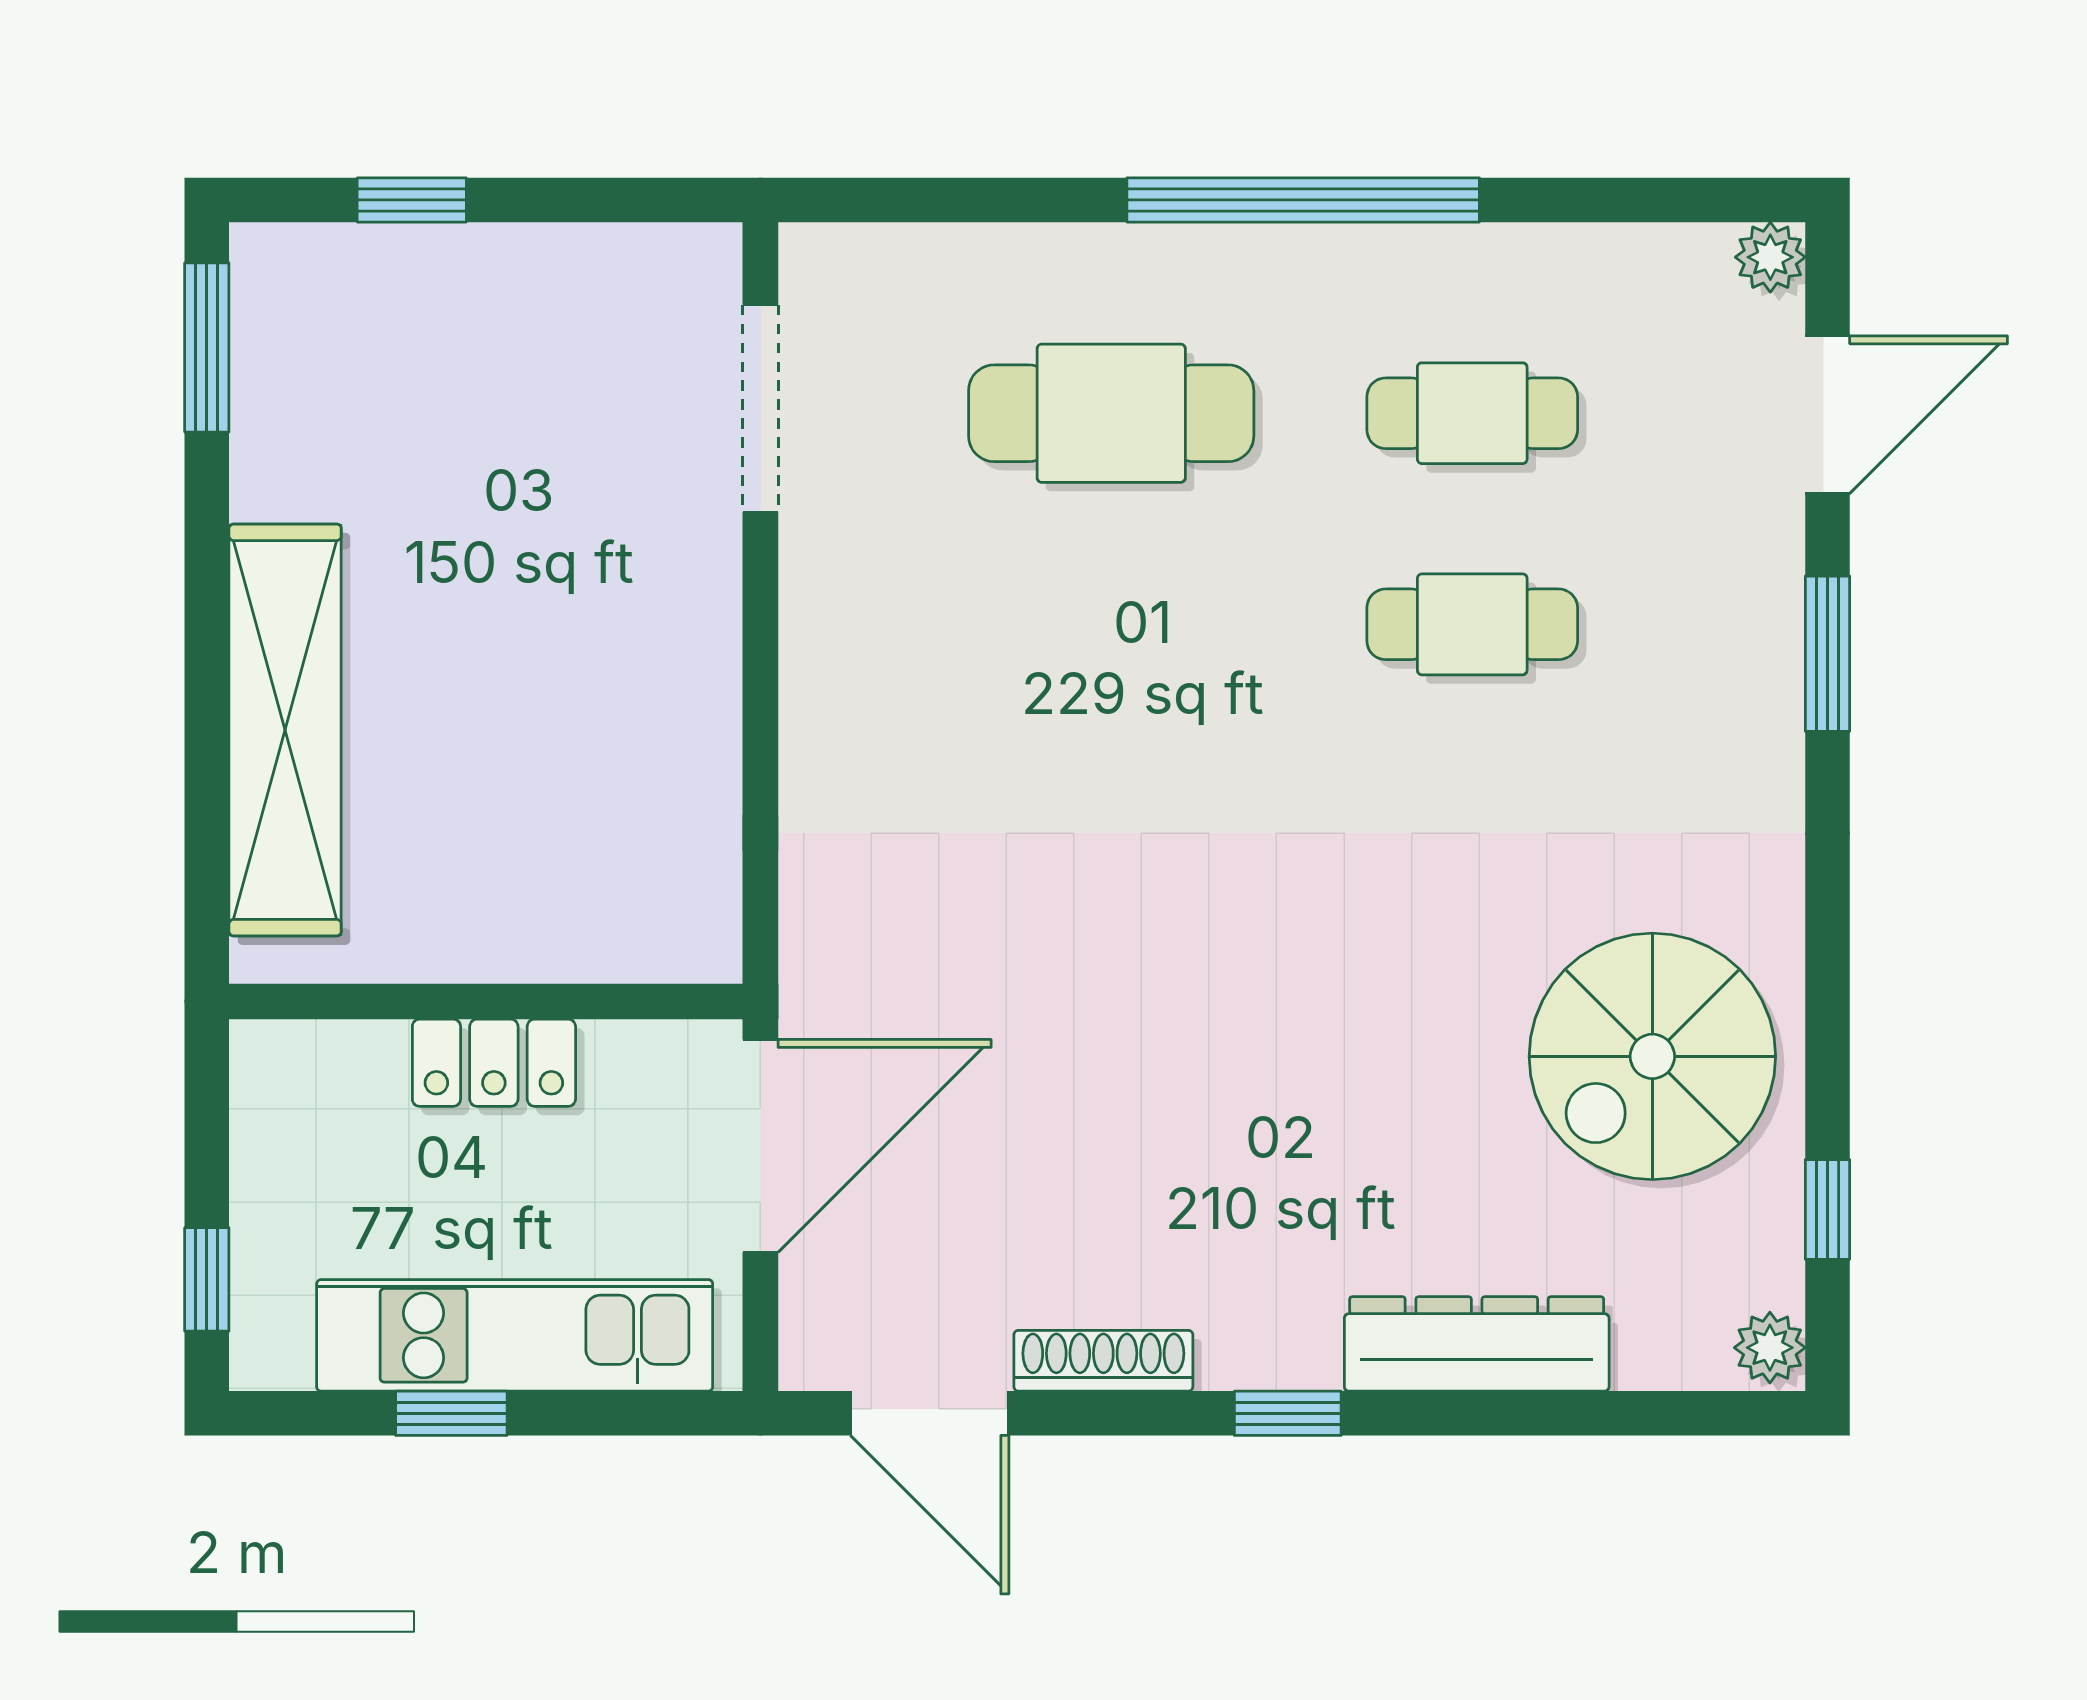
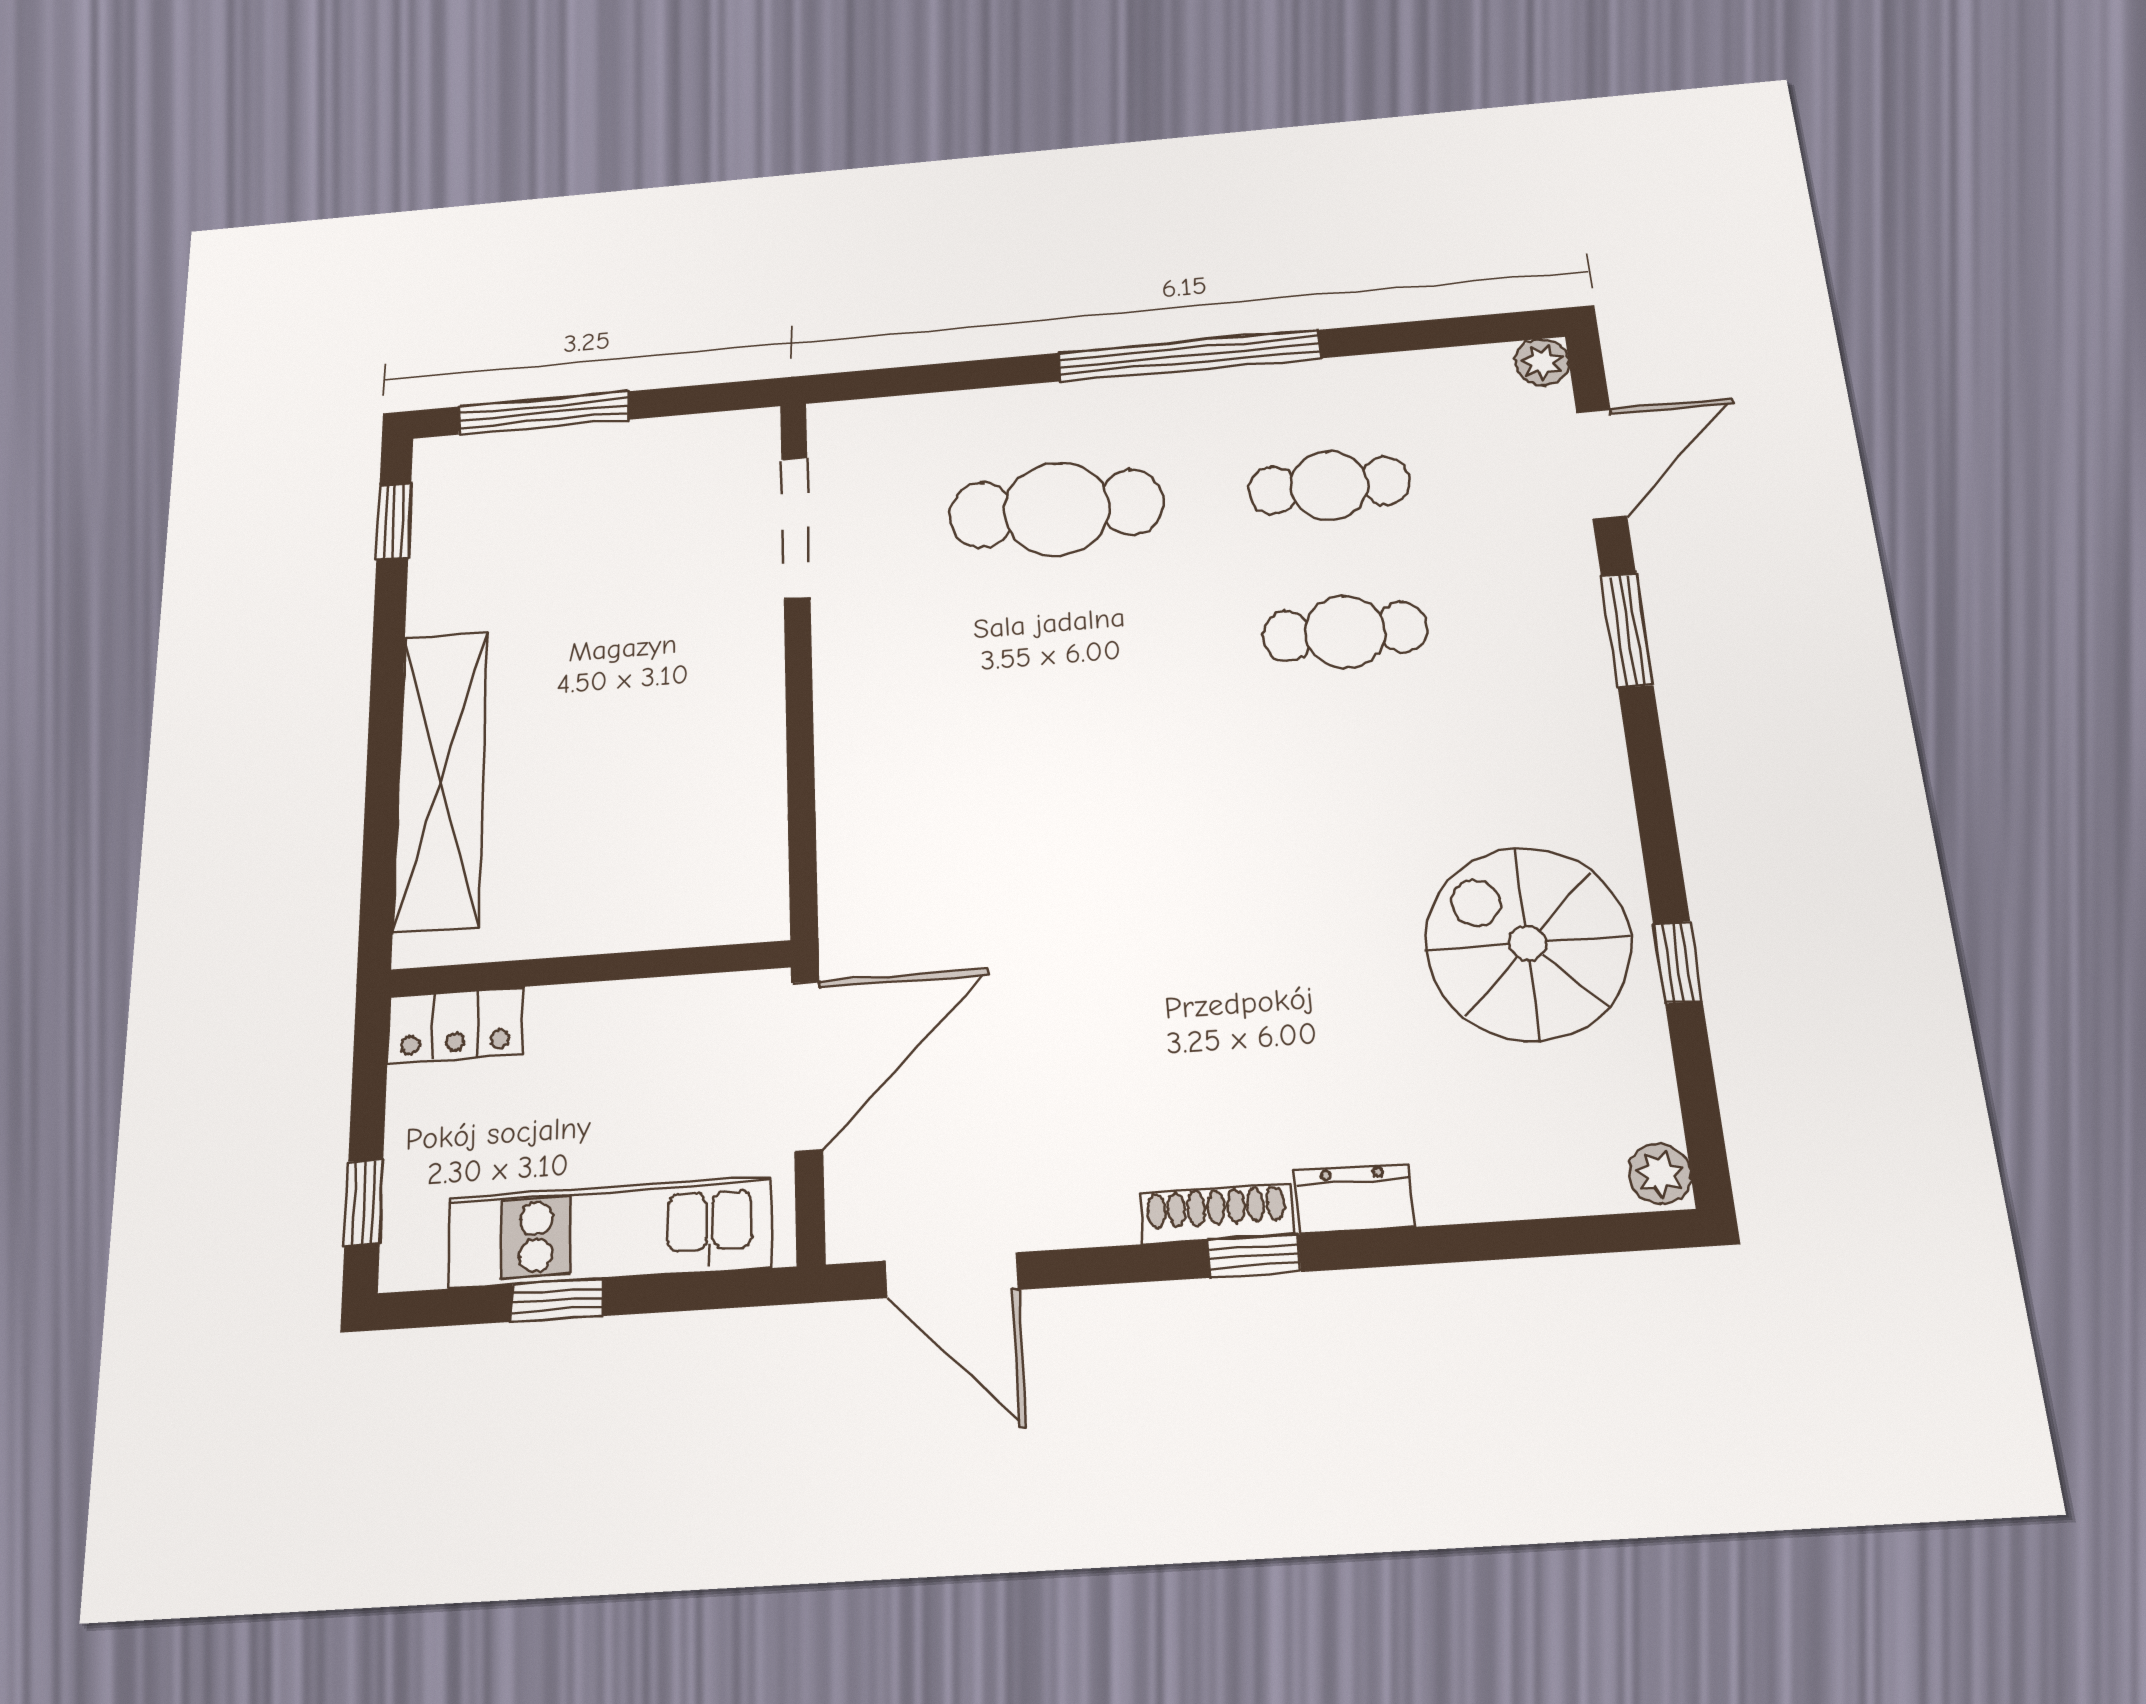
window: (412, 200) -> (543, 413), width x2.17
window: (207, 347) -> (394, 522), width x0.67
spiral stairs: (1652, 1056) -> (1528, 943), turned 90
locker: (494, 1063) -> (456, 1025), moved
window: (1828, 1209) -> (1678, 962), moved
dresser: (1477, 1344) -> (1354, 1198), width x0.51, depth x0.80
shoe rack: (1103, 1361) -> (1216, 1214), moved

